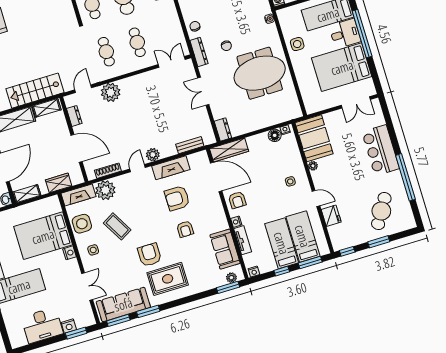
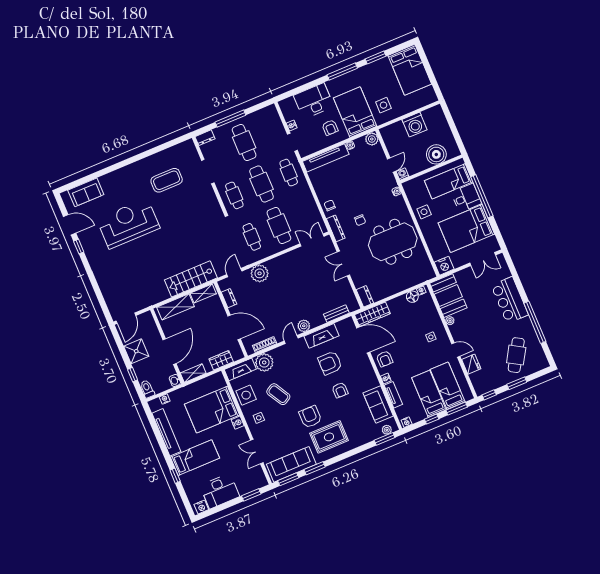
cafe table: (137, 42) -> (279, 225), width x1.37, depth x1.35
nightstand: (313, 105) -> (444, 266), added
double door: (87, 286) -> (257, 451), swing flipped
nightstand: (69, 326) -> (201, 507), moved

